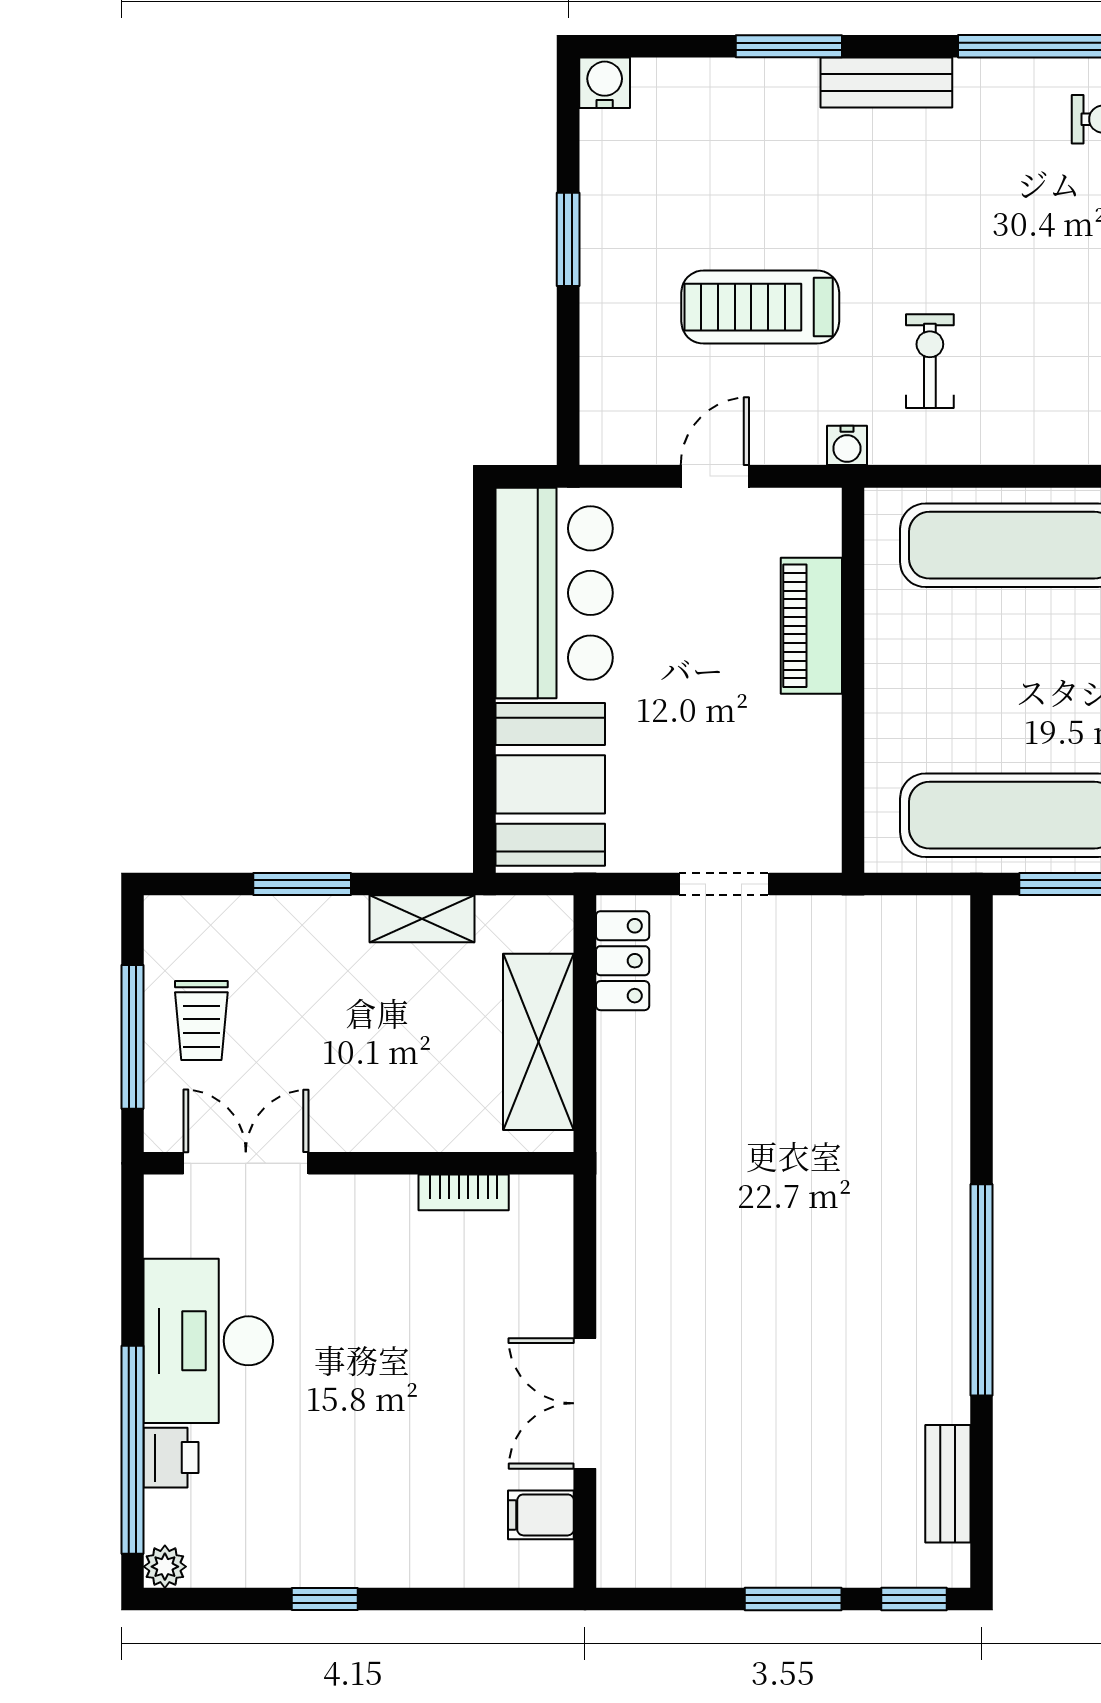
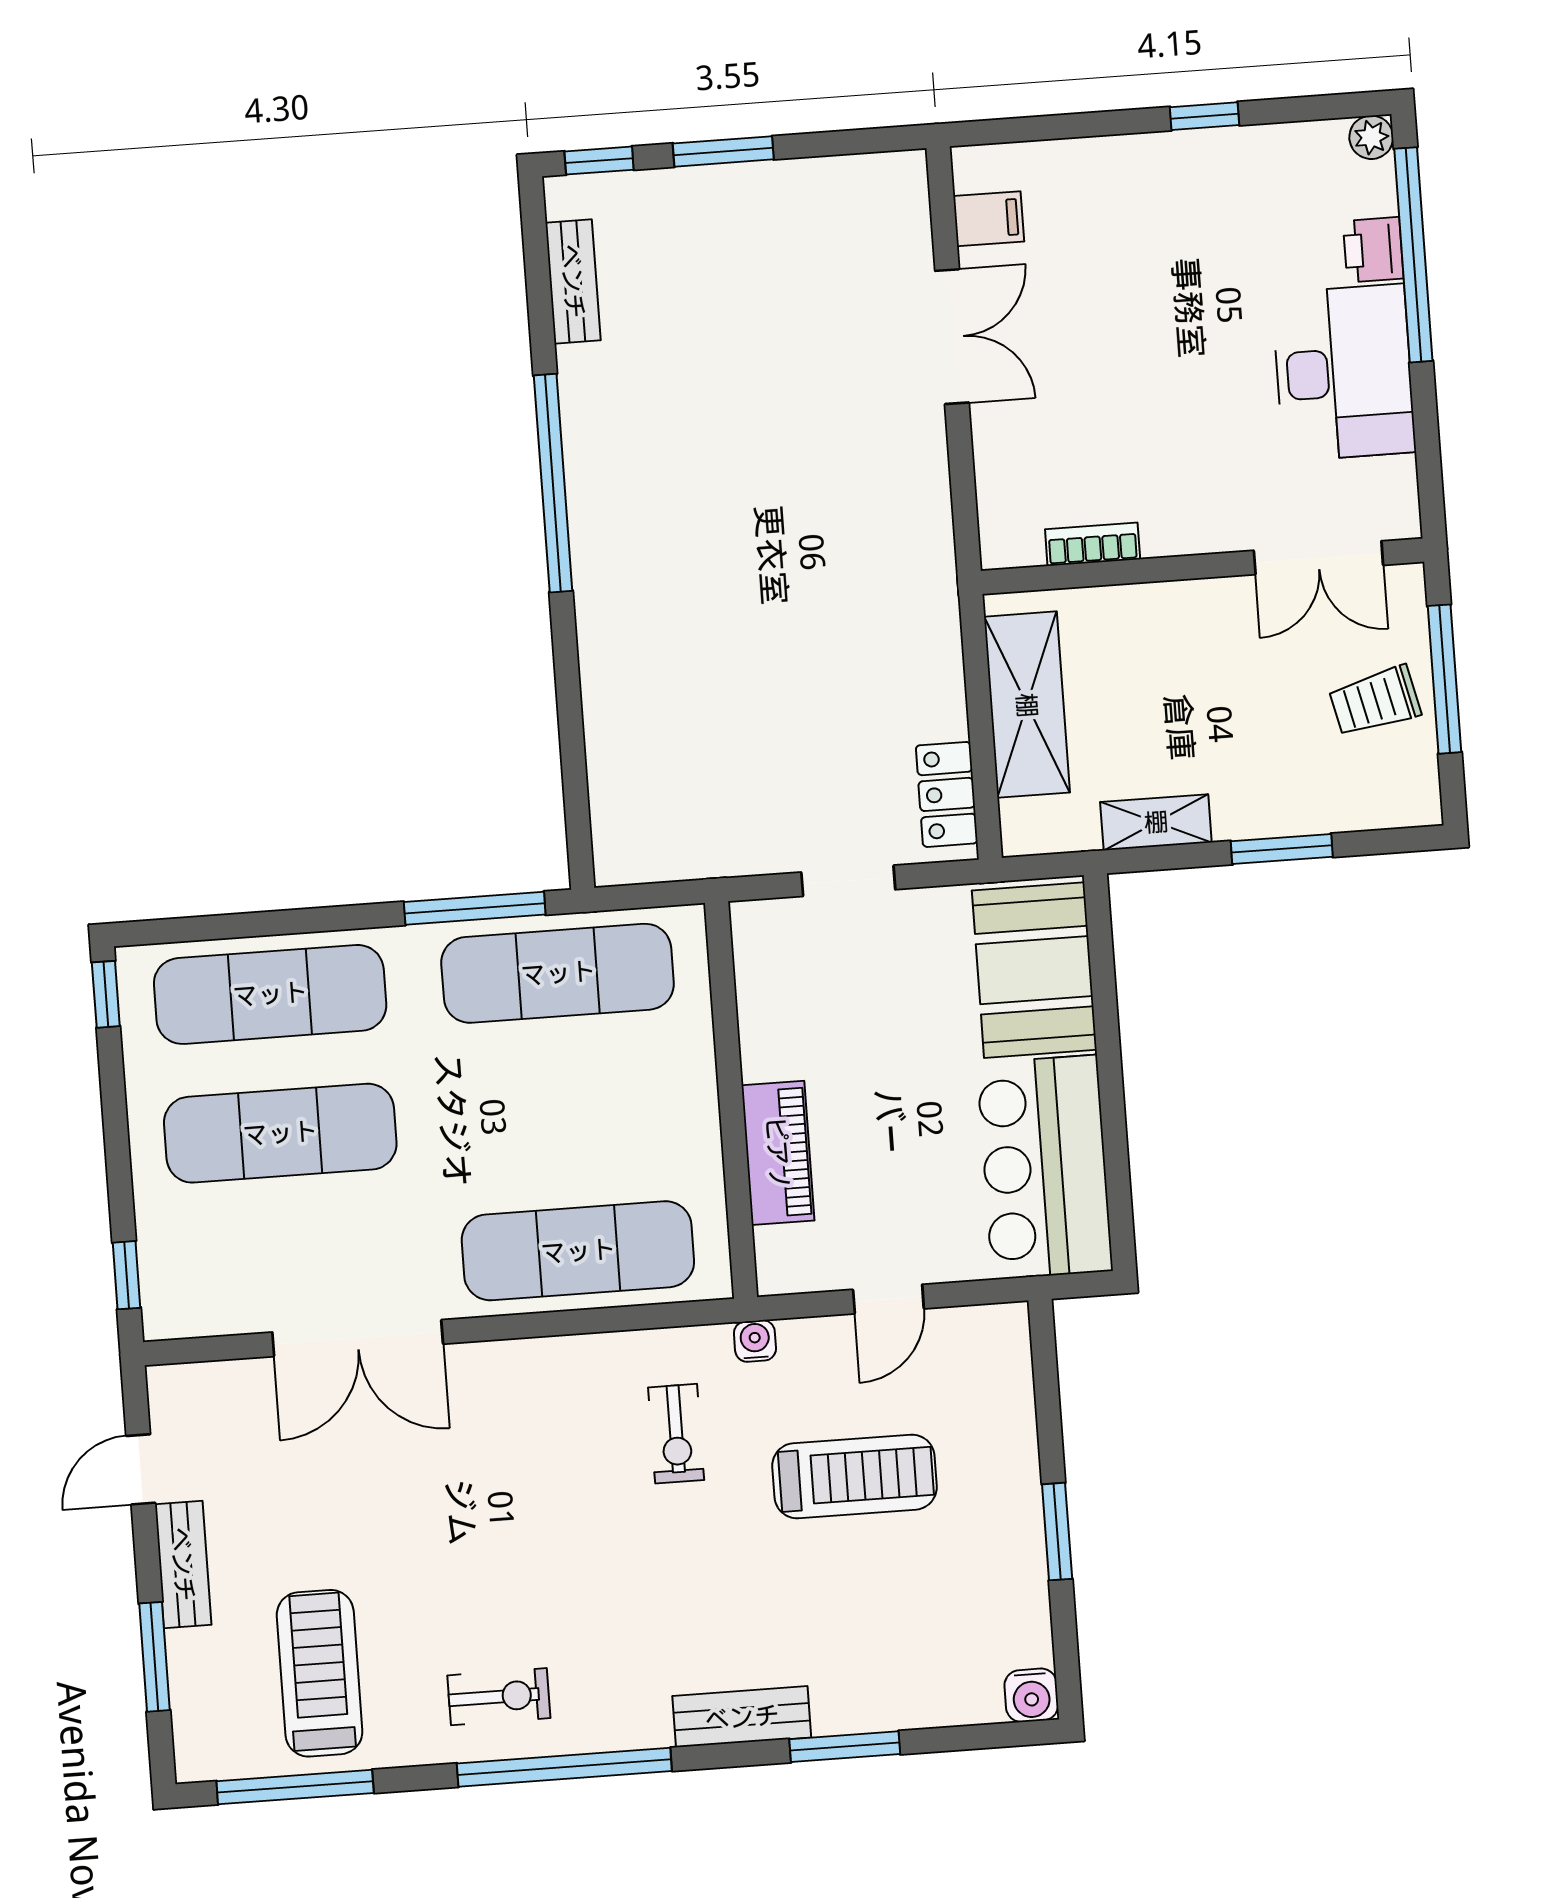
trolley: (201, 1021) -> (1375, 701), turned -103

